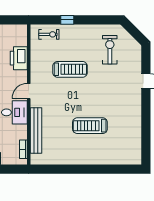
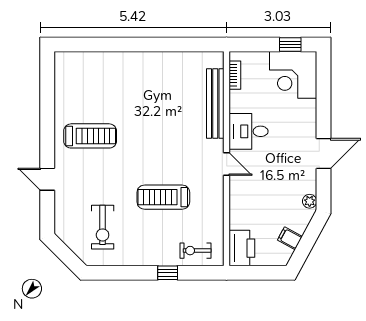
printer: (19, 58) -> (242, 248), moved
door: (29, 91) -> (227, 164), hinge flipped
treadmill: (90, 126) -> (90, 136), moved

